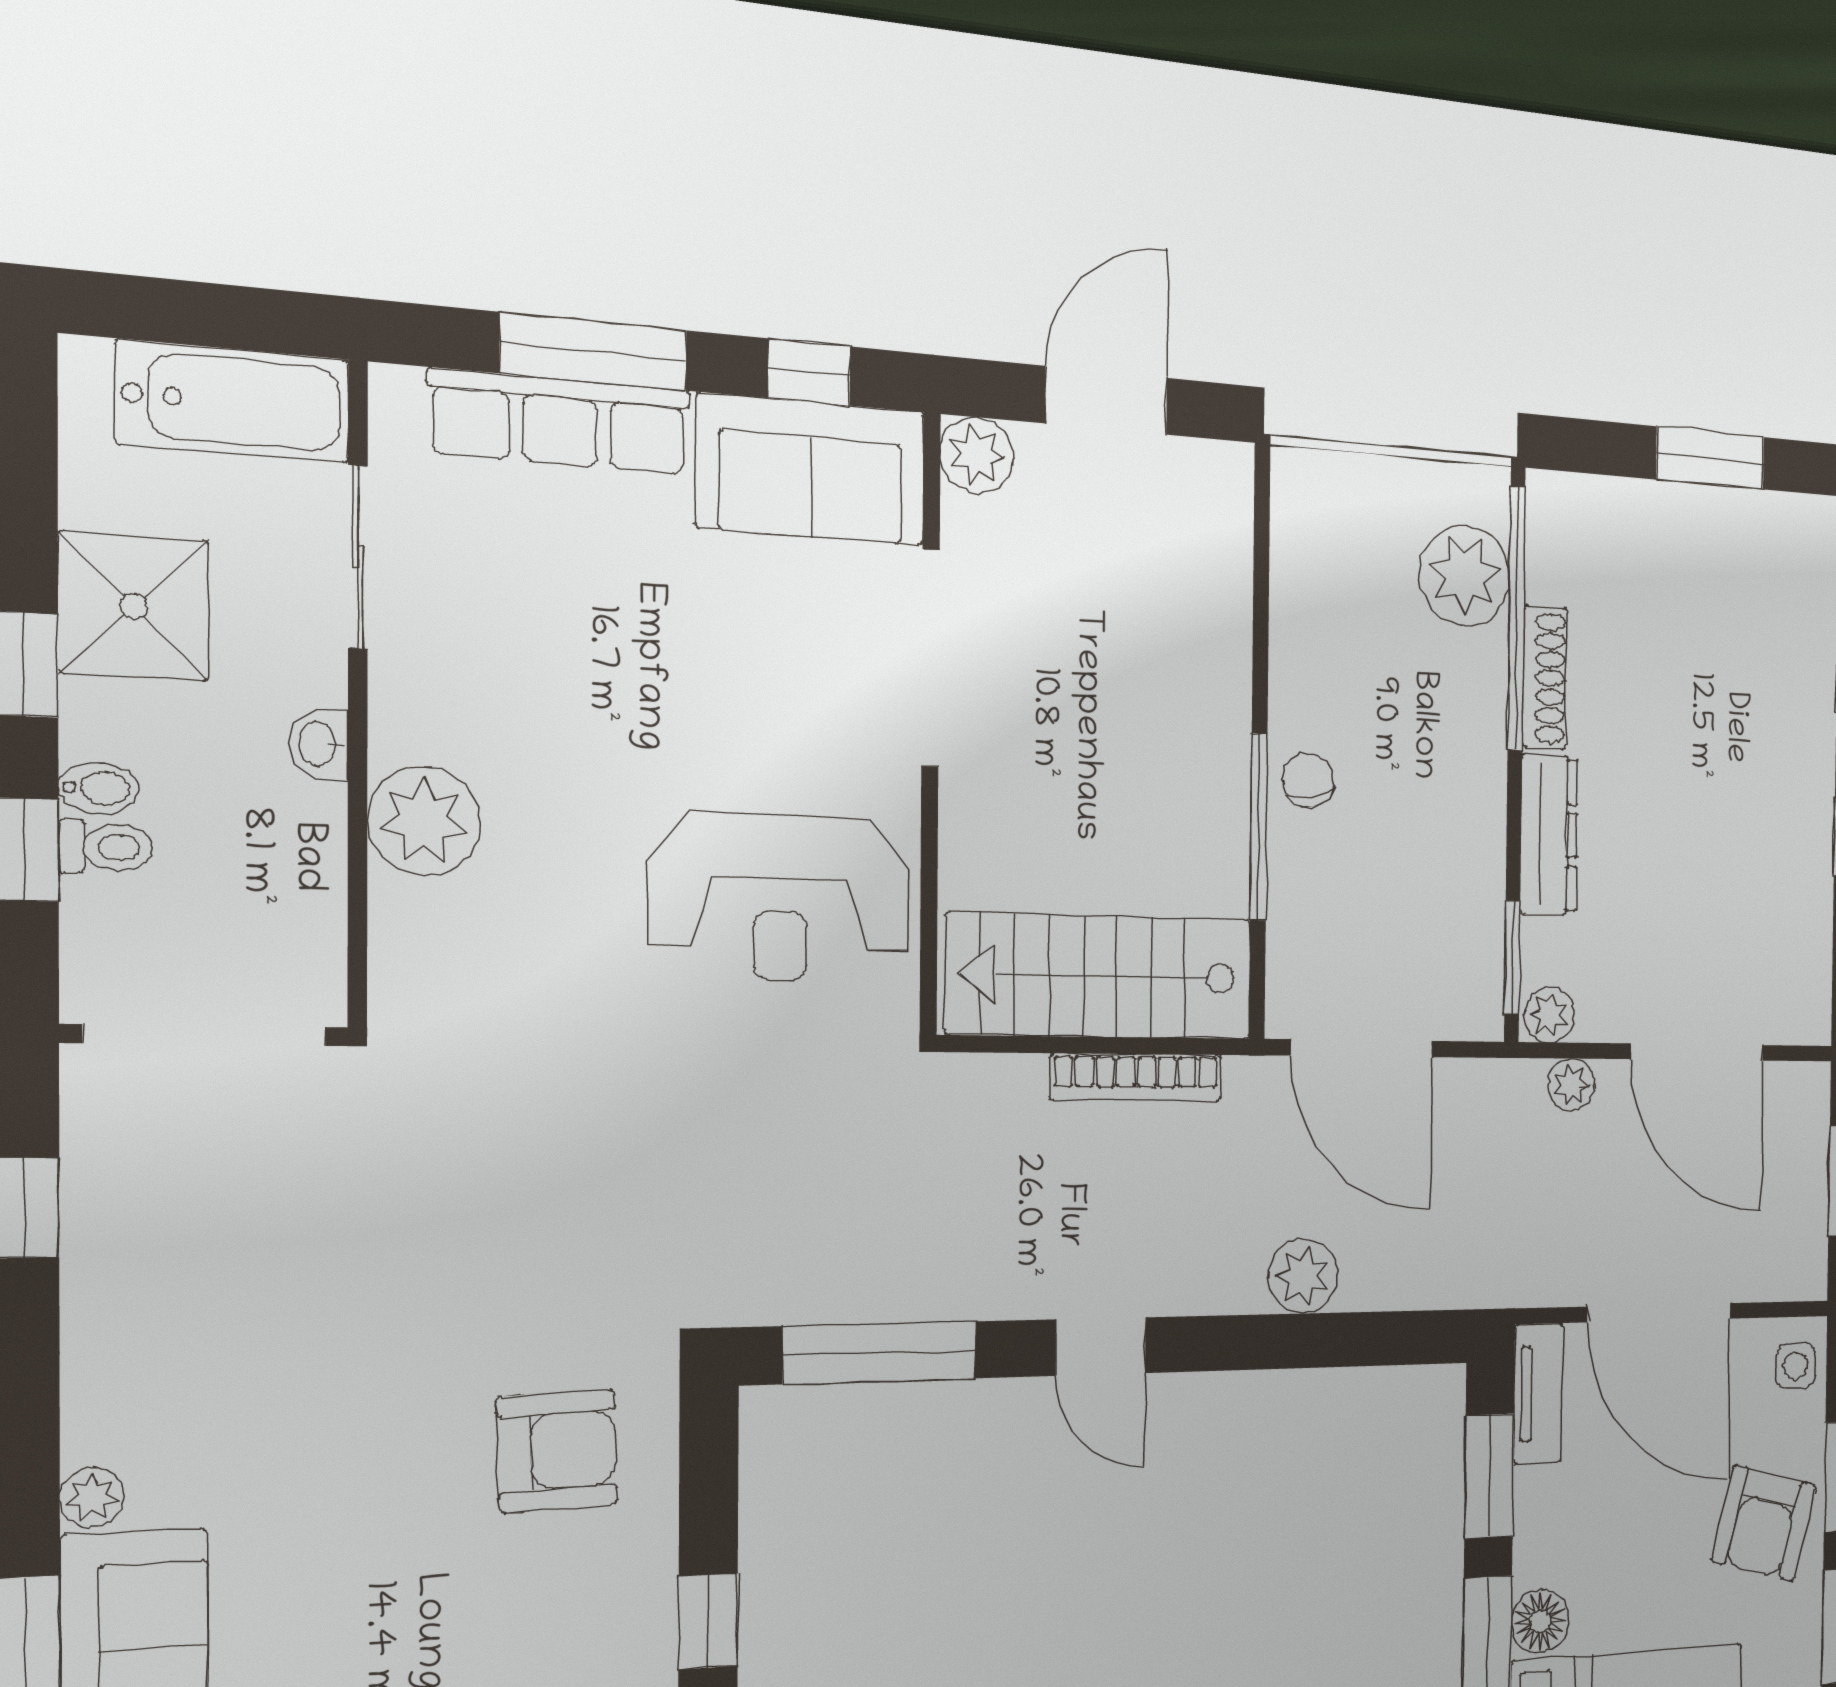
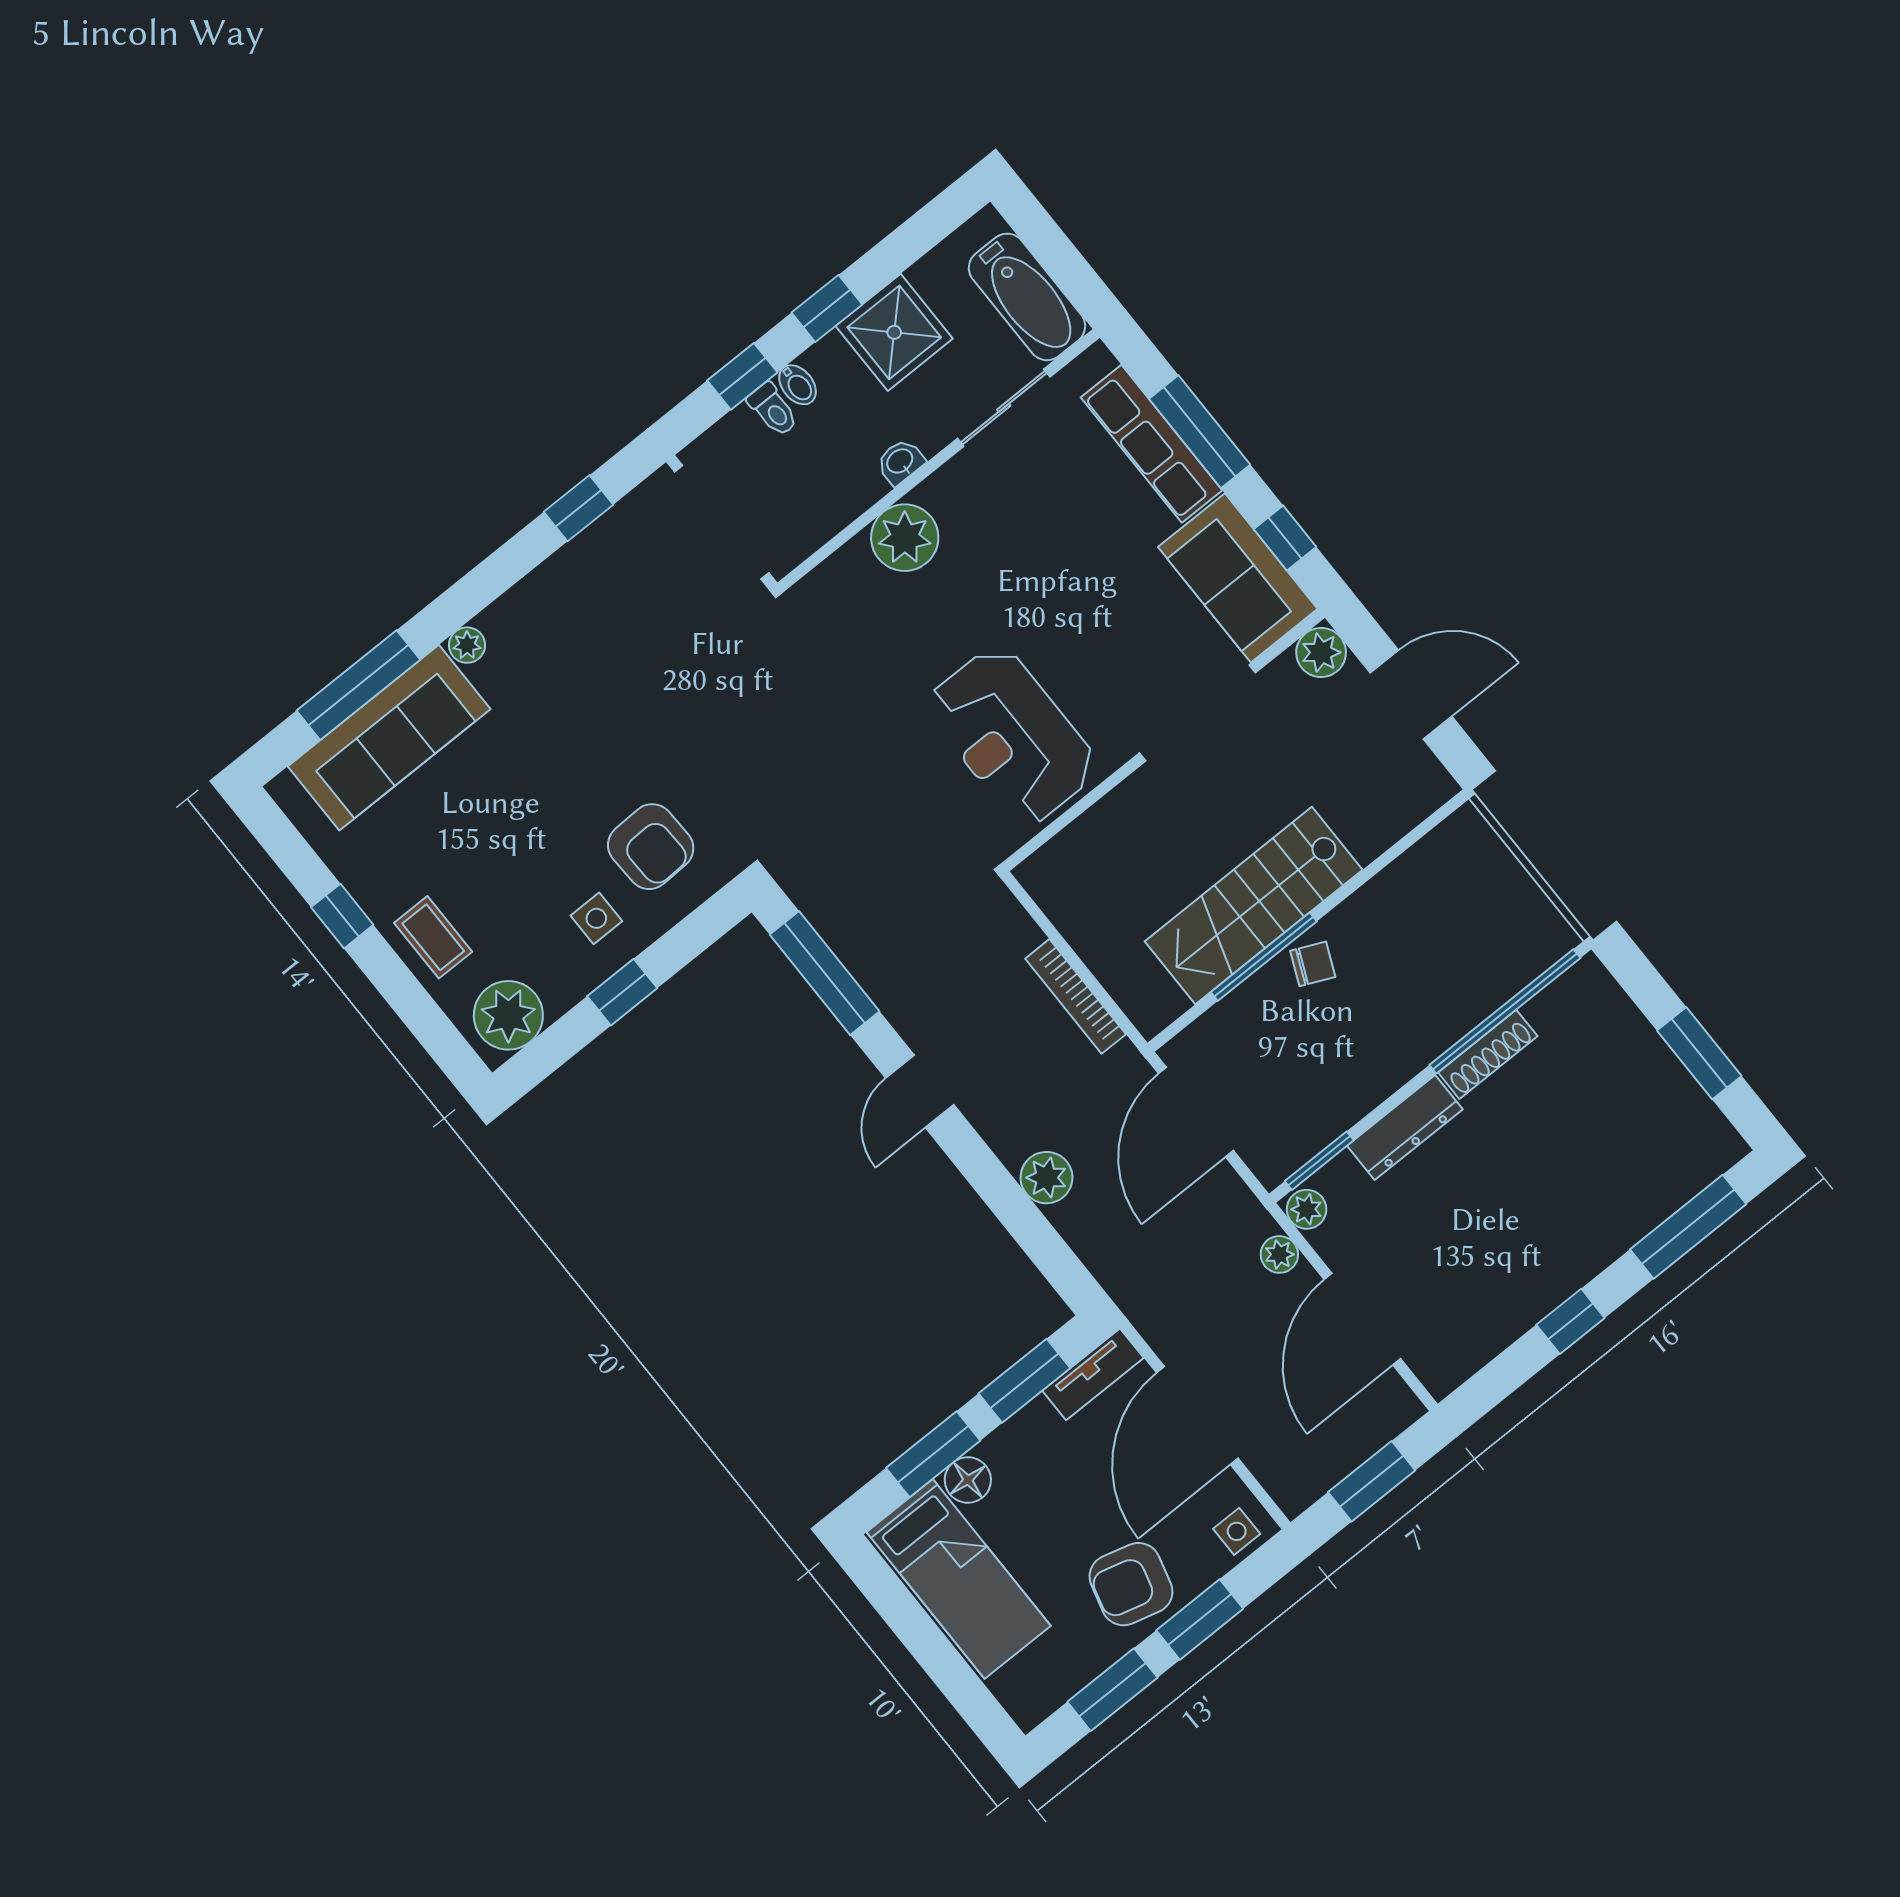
plant: (1465, 575) -> (1501, 963), removed
chair: (1308, 780) -> (1313, 964), turned 35
stairs: (1100, 976) -> (1254, 906), moved, turned -90
side table: (592, 1587) -> (596, 918), added

